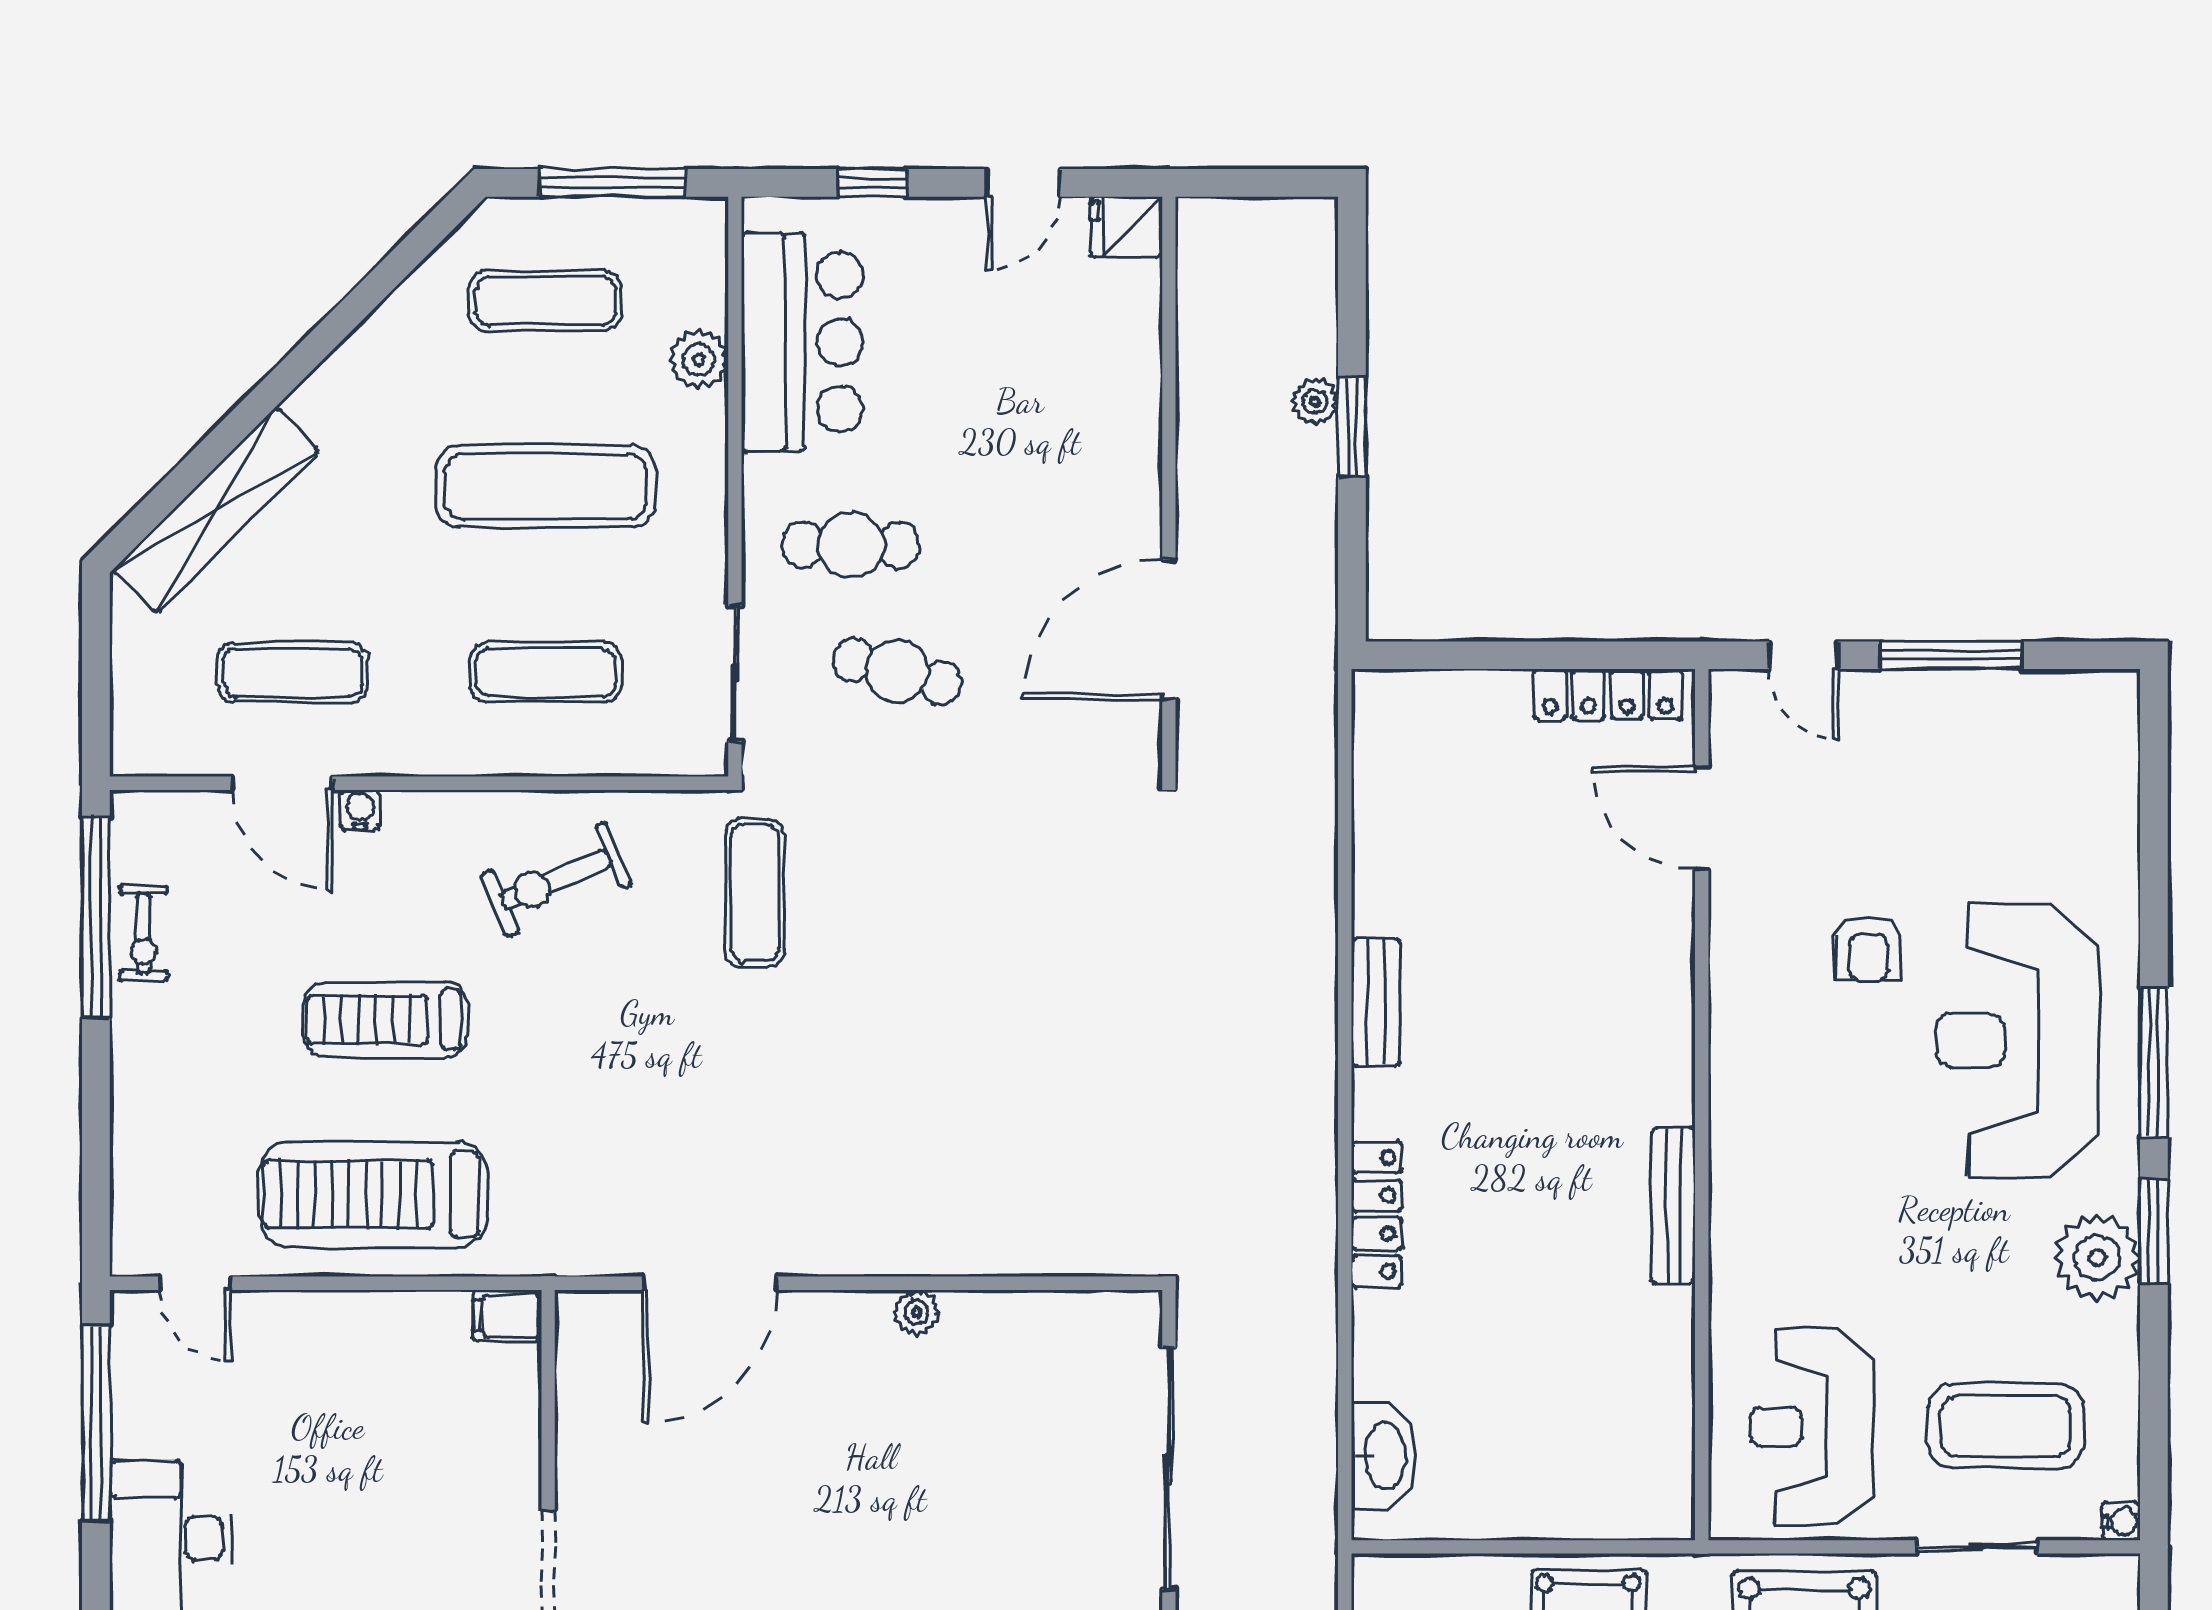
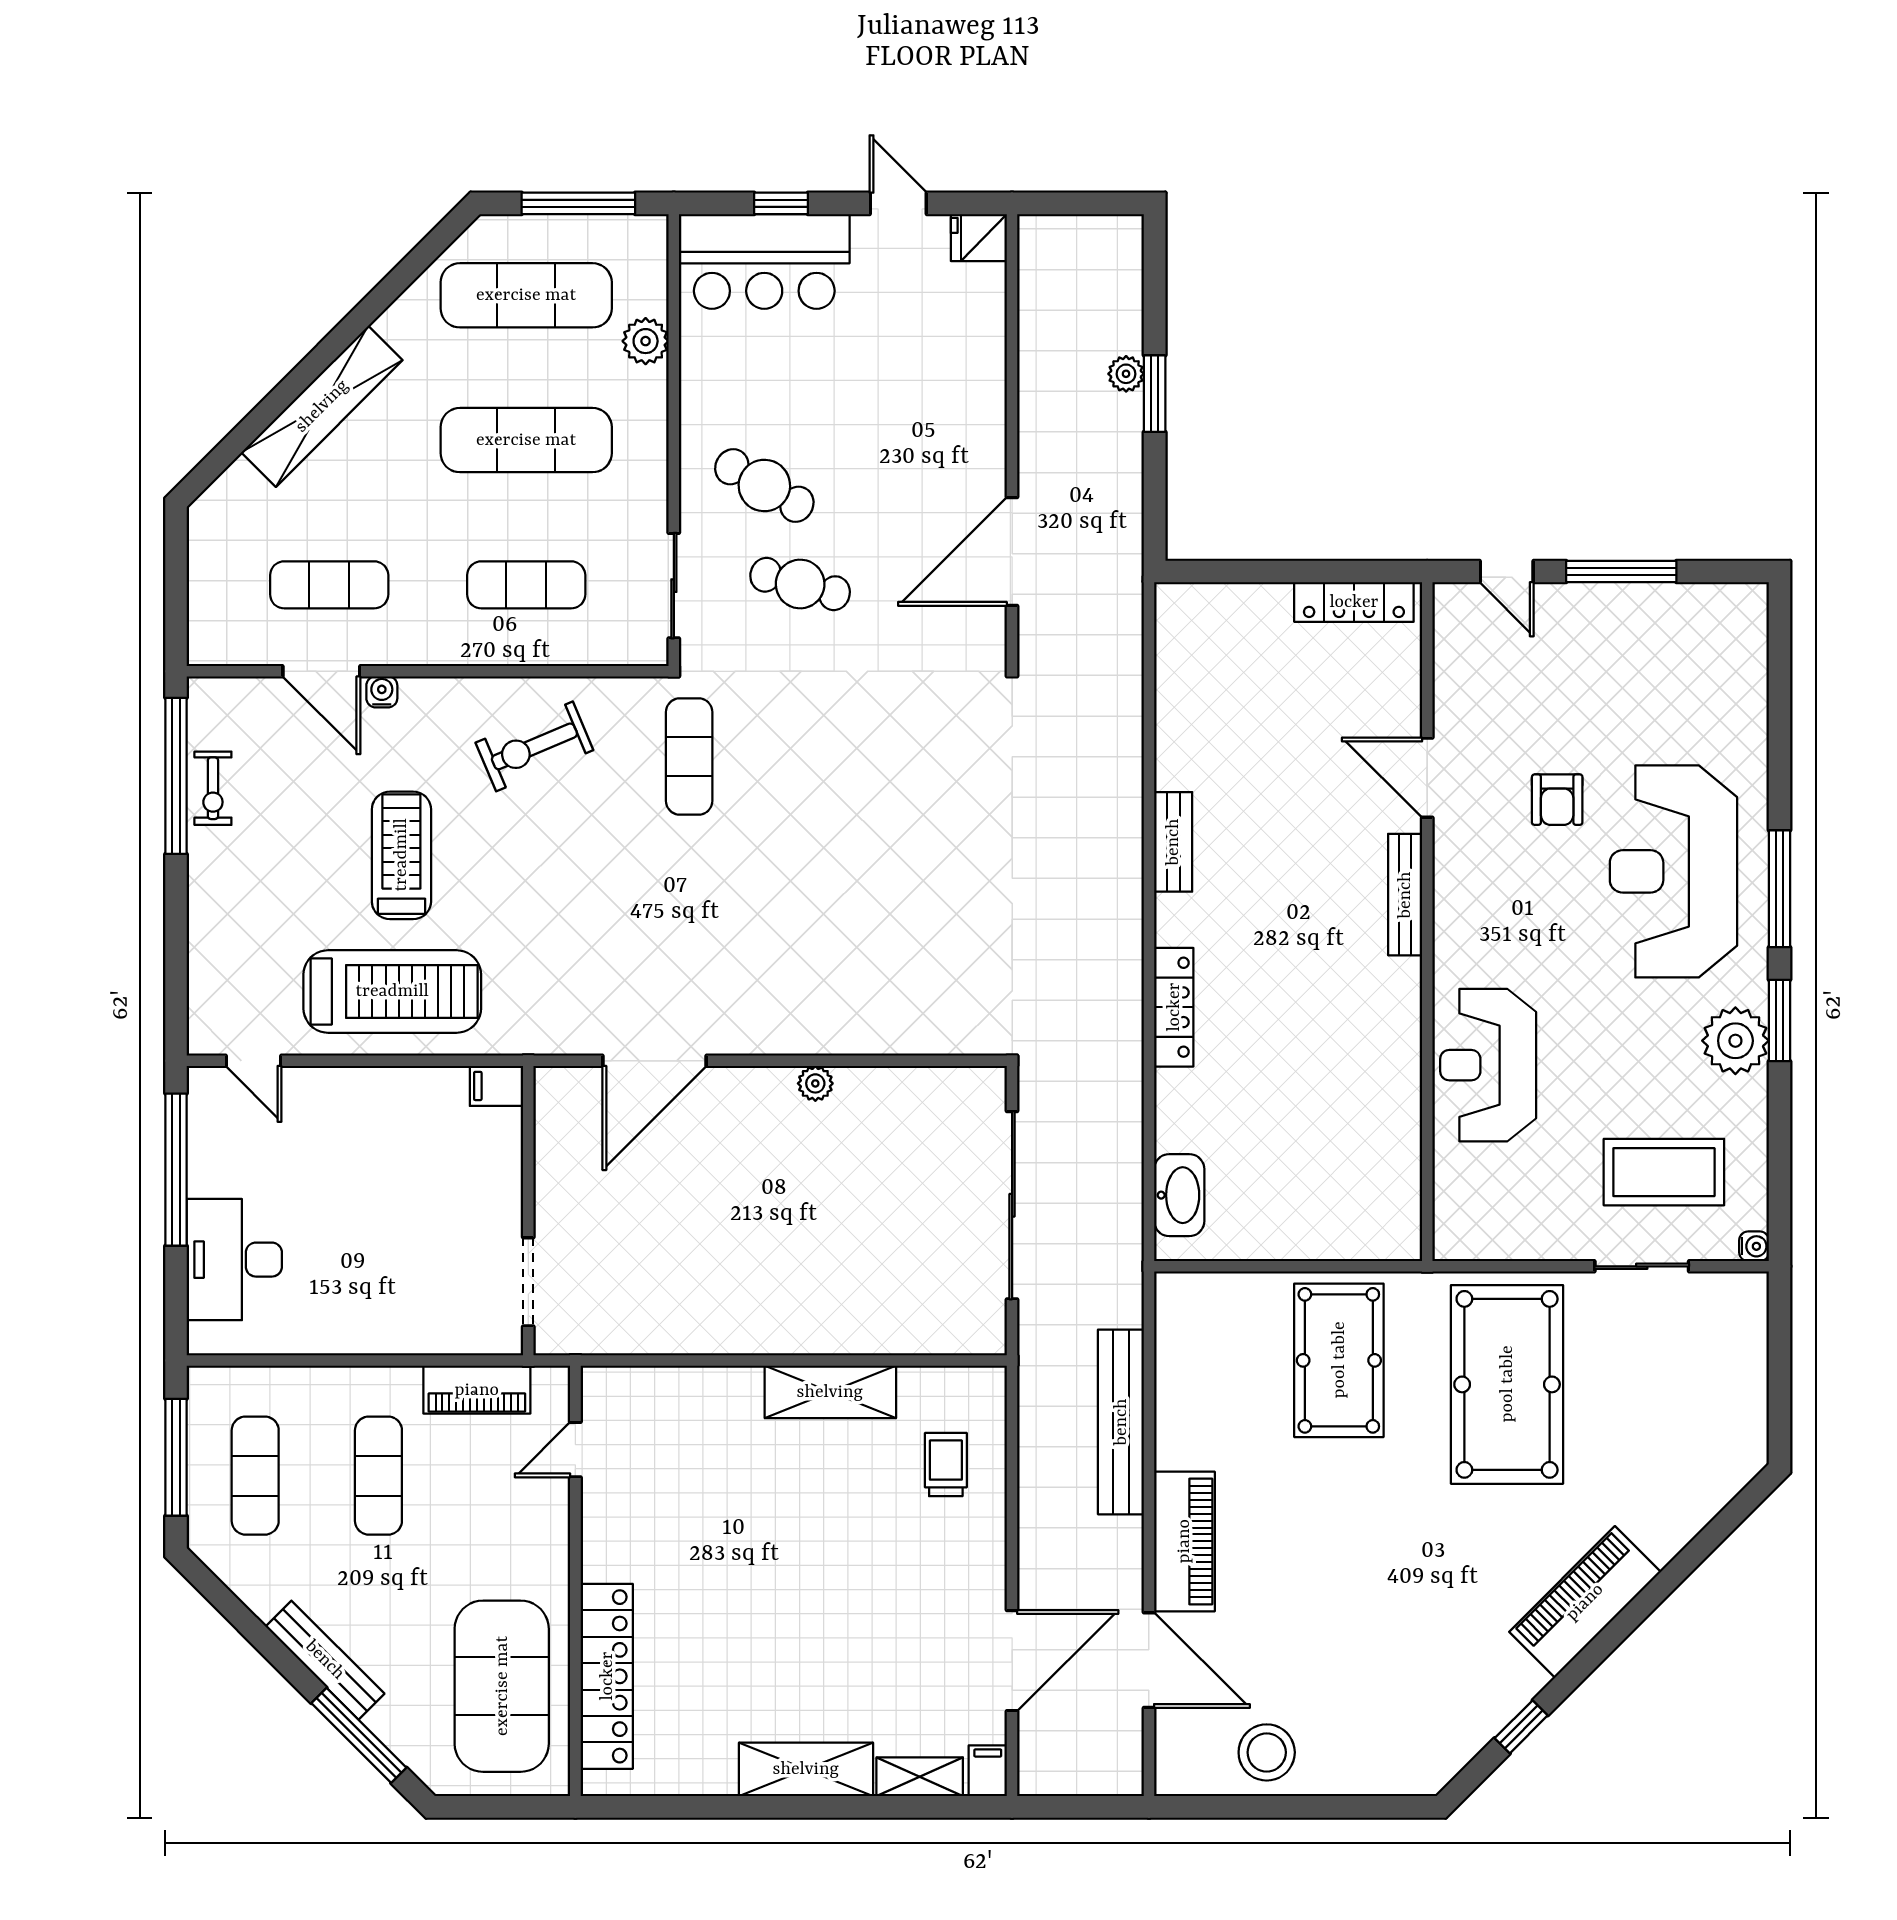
door: (1023, 183) -> (898, 203), swing flipped
exercise mat: (545, 301) -> (526, 295), width x1.36, depth x1.45
bar counter: (802, 342) -> (764, 261), moved, turned 90
shelving: (216, 510) -> (322, 406), moved
cafe table: (851, 545) -> (764, 486), turned 30
door: (1702, 818) -> (1427, 778), moved
treadmill: (385, 1020) -> (401, 855), turned 90
treadmill: (374, 1194) -> (392, 991), turned 180
bench: (1673, 1206) -> (1405, 895), moved
reception desk: (1812, 1427) -> (1488, 1065), moved

